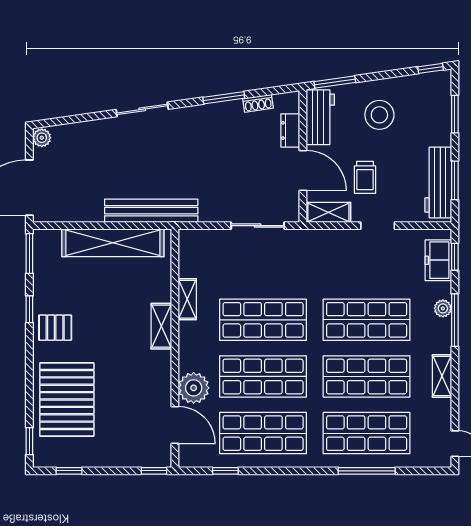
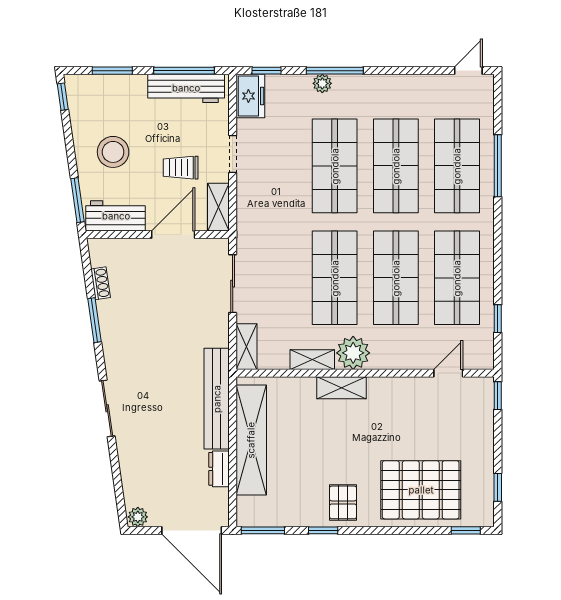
dresser: (290, 130) -> (219, 469), moved, turned 90
trolley: (365, 177) -> (181, 168), turned 180
window: (455, 180) -> (184, 71), width x1.44
freezer: (438, 260) -> (250, 96), moved, turned -90
shelving: (442, 376) -> (247, 347), moved, turned 90
plant: (194, 388) -> (353, 353), moved
door: (175, 425) -> (448, 373), width x0.73

